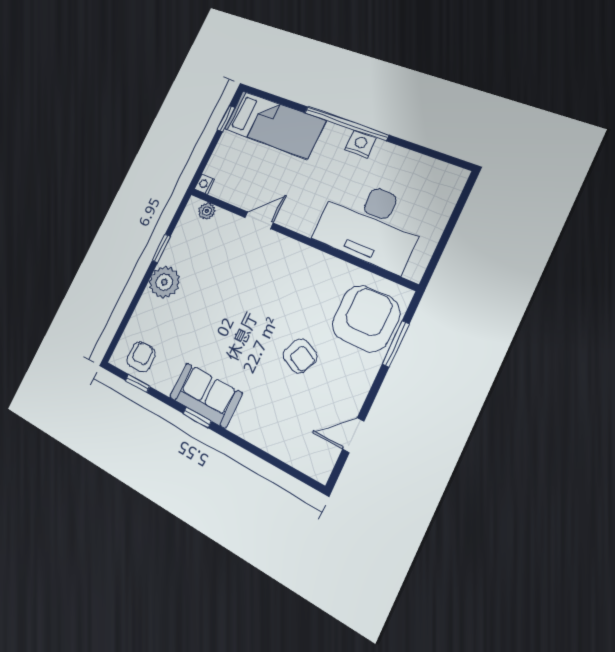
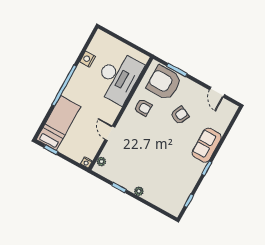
nightstand: (360, 144) -> (88, 59), moved
plant: (164, 282) -> (139, 191), width x0.53, depth x0.53
armchair: (141, 357) -> (143, 107), moved, turned 180
sofa: (206, 395) -> (207, 145), moved

